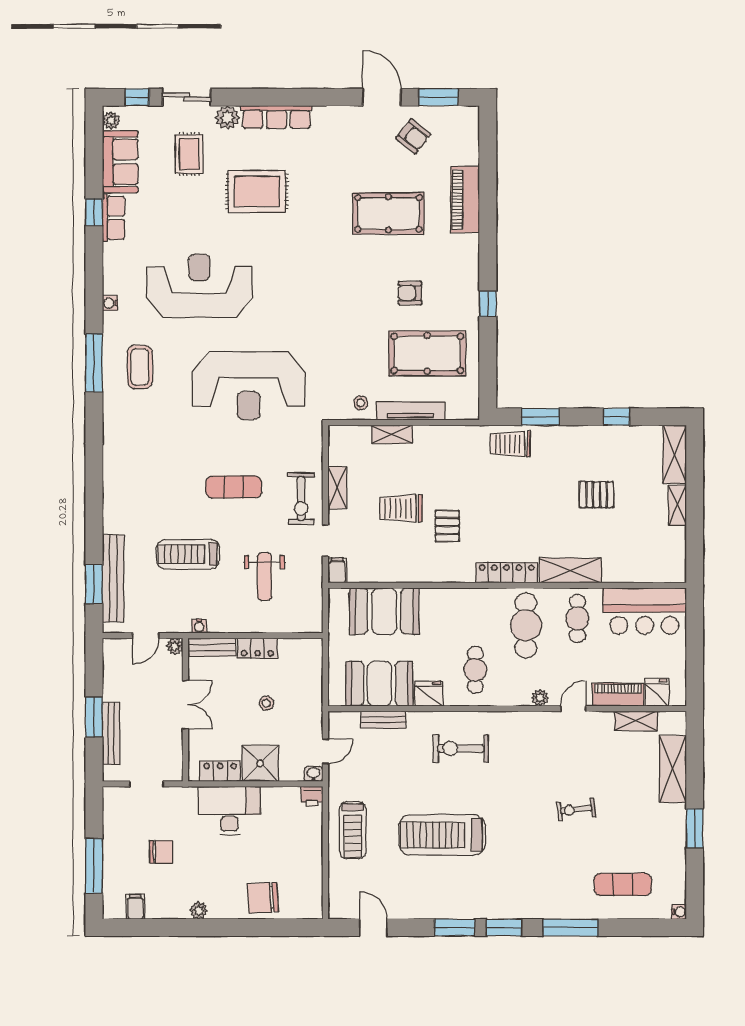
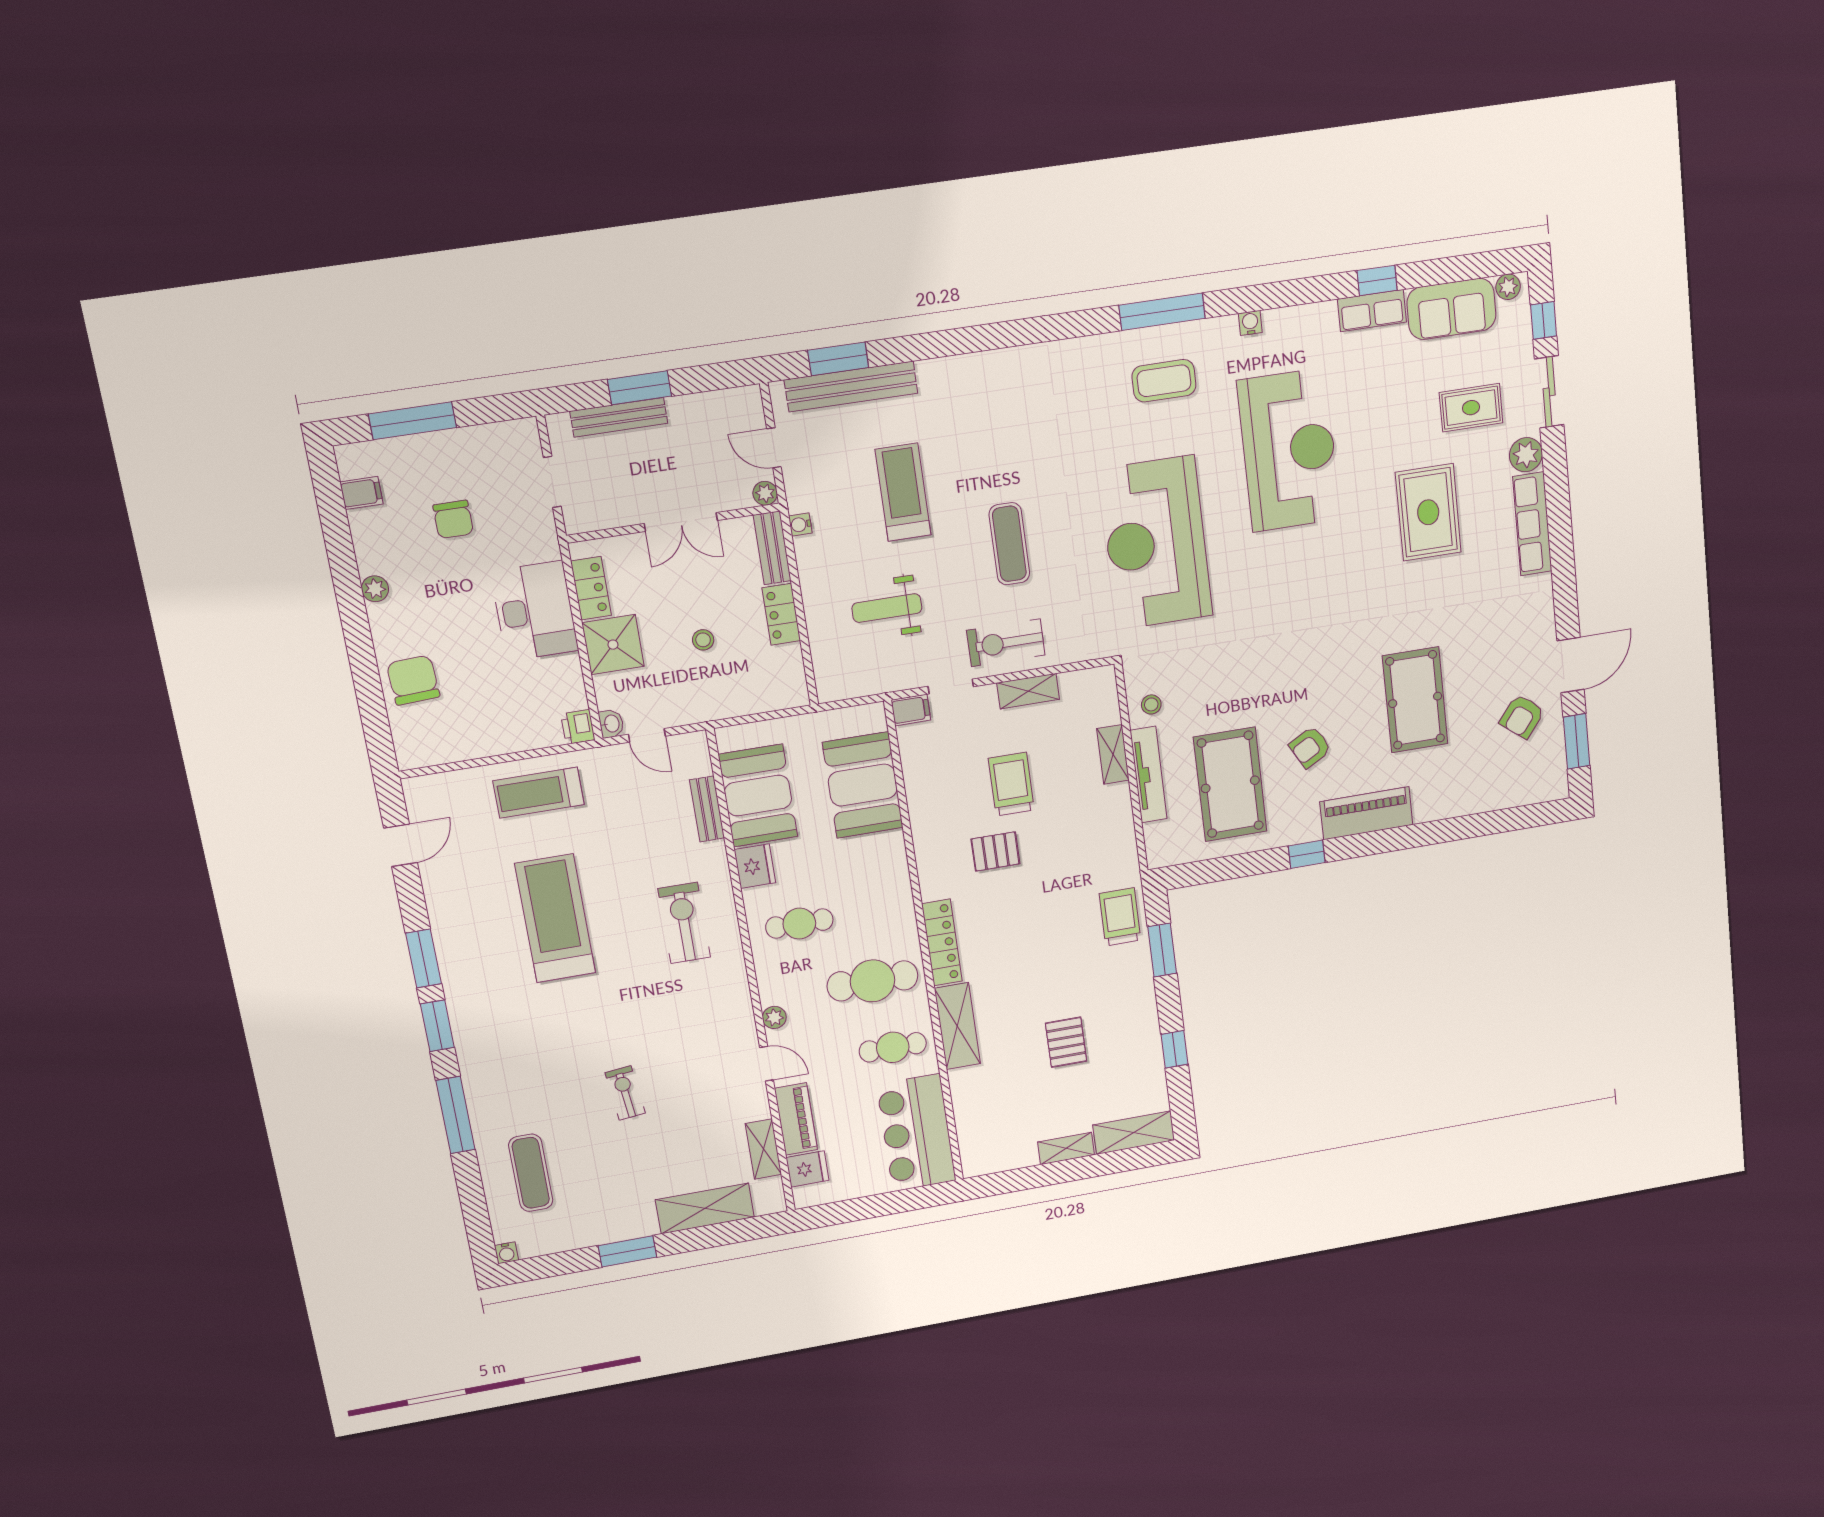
piano: (465, 200) -> (1366, 813), moved
armchair: (410, 293) -> (1310, 747), turned -119

